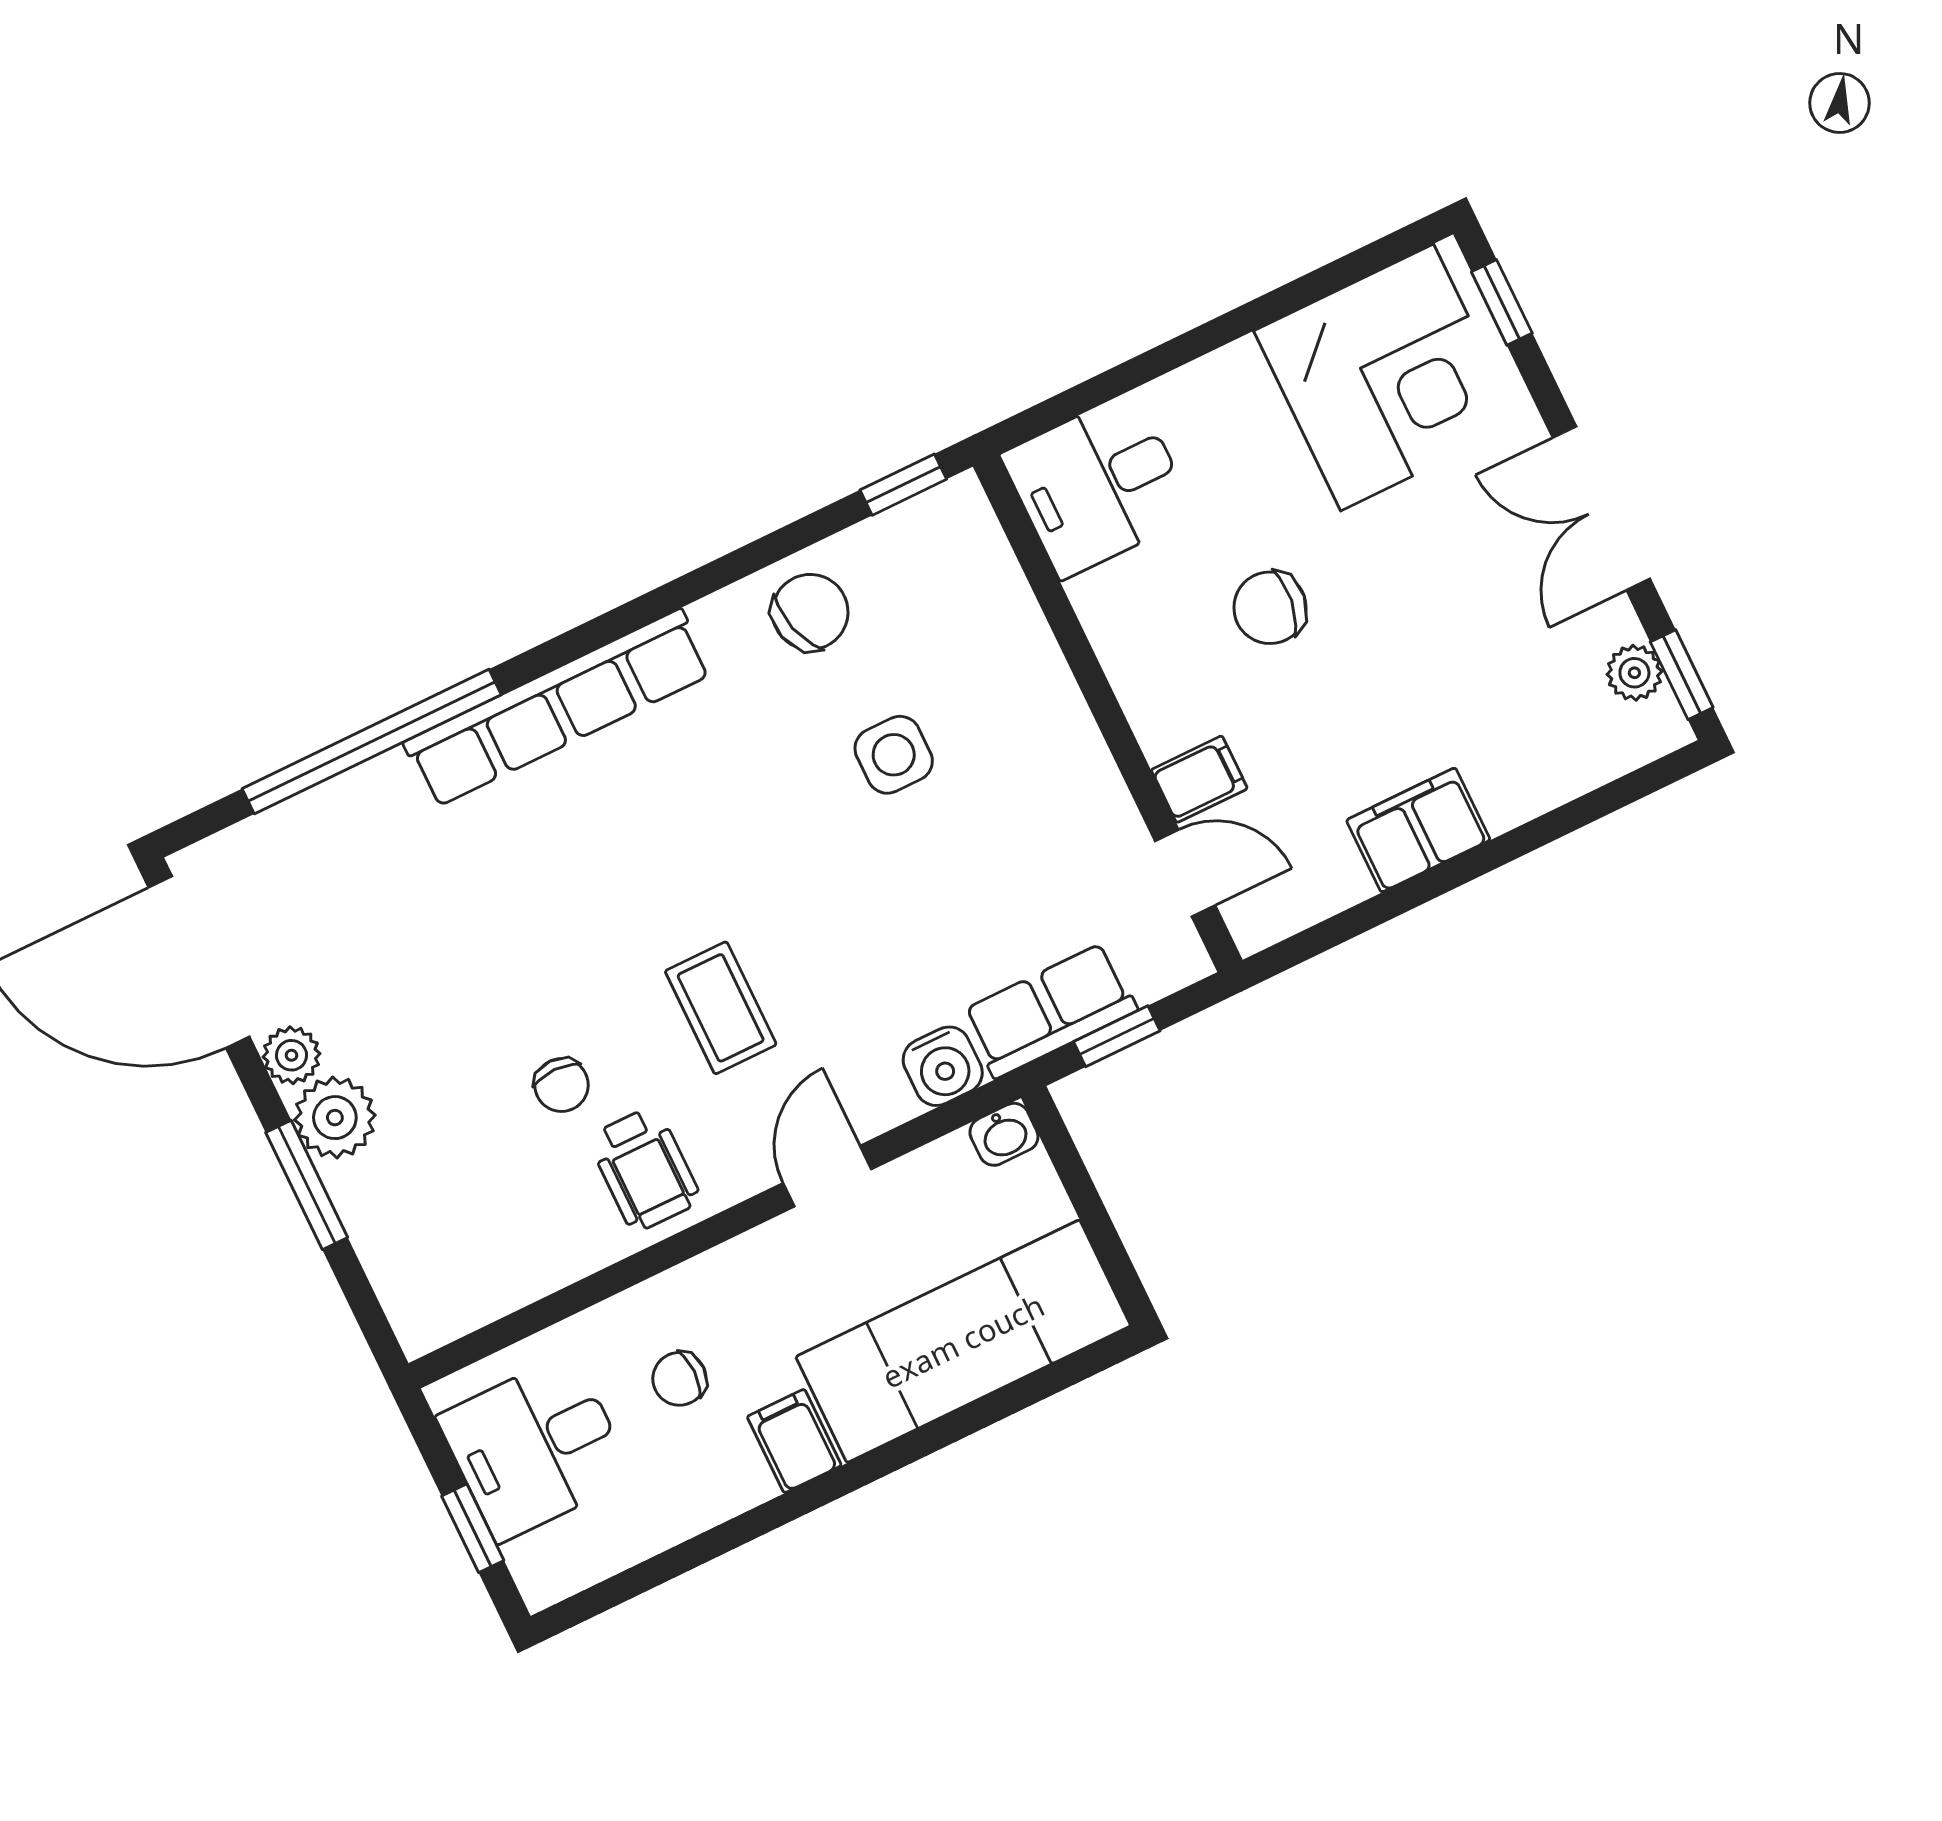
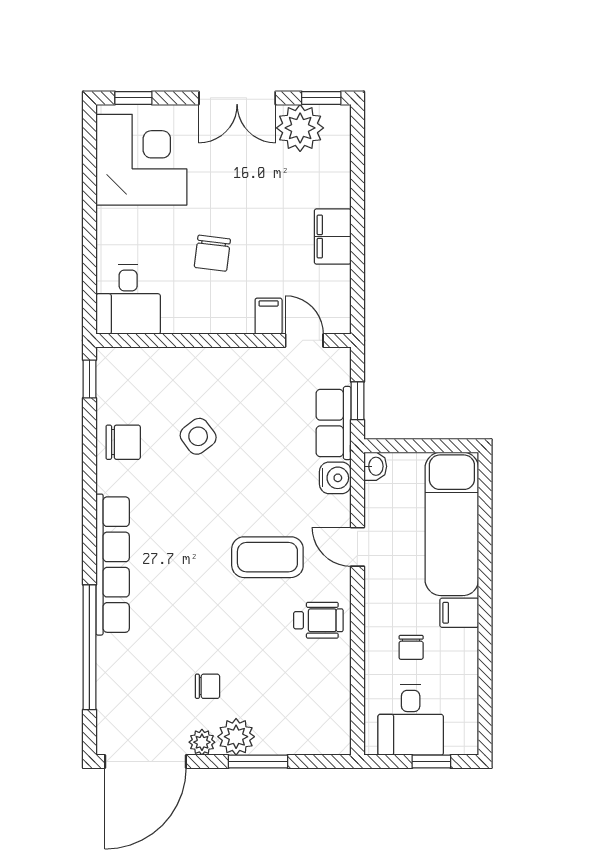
chair: (810, 612) -> (123, 442), turned 106
plant: (1634, 673) -> (300, 128), width x1.87, depth x1.87
side table: (894, 755) -> (198, 436), turned -37
door: (1185, 873) -> (304, 340), hinge flipped
coffee table: (721, 1008) -> (267, 557), width x1.36, depth x1.30
chair: (562, 1085) -> (208, 686), moved

